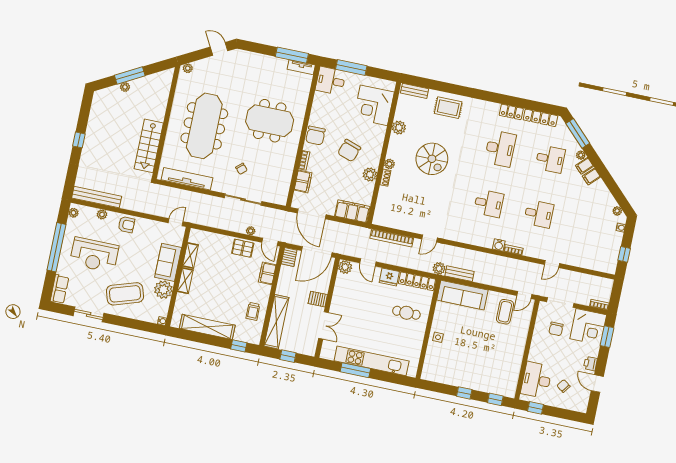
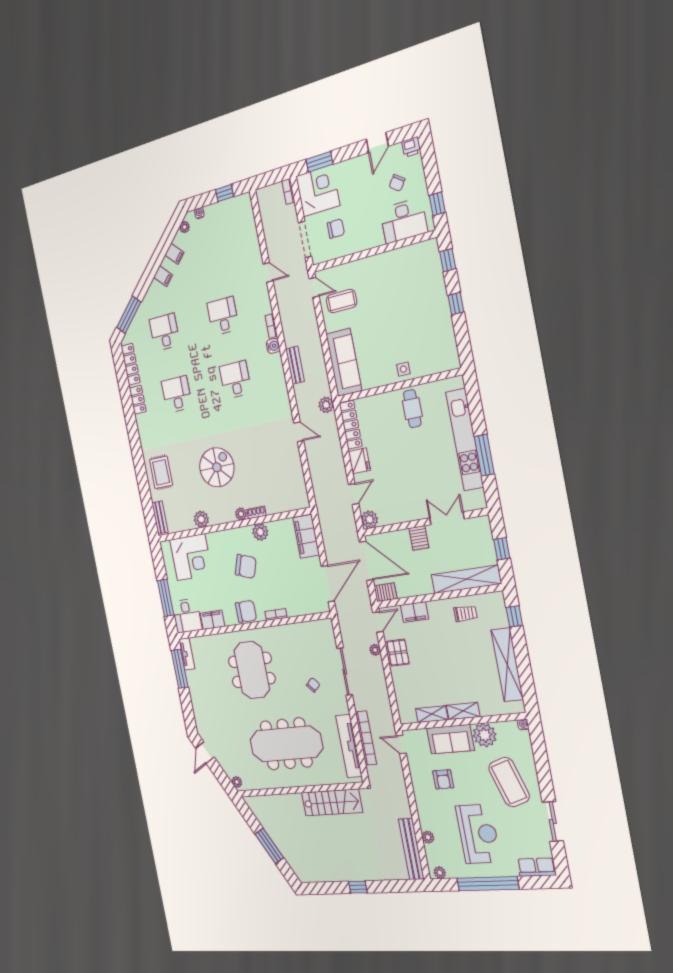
plant: (125, 87) -> (283, 848), removed
desk: (500, 149) -> (177, 394), width x0.73
plant: (581, 155) -> (147, 300), removed
filing cabinet: (584, 166) -> (174, 254), moved
filing cabinet: (303, 181) -> (212, 620), moved
armchair: (126, 225) -> (443, 779), moved, turned 180
bookcase: (392, 238) -> (366, 738), moved
bench: (460, 274) -> (295, 365), moved
cafe table: (406, 313) -> (412, 409), moved
printer: (590, 364) -> (411, 147), moved

